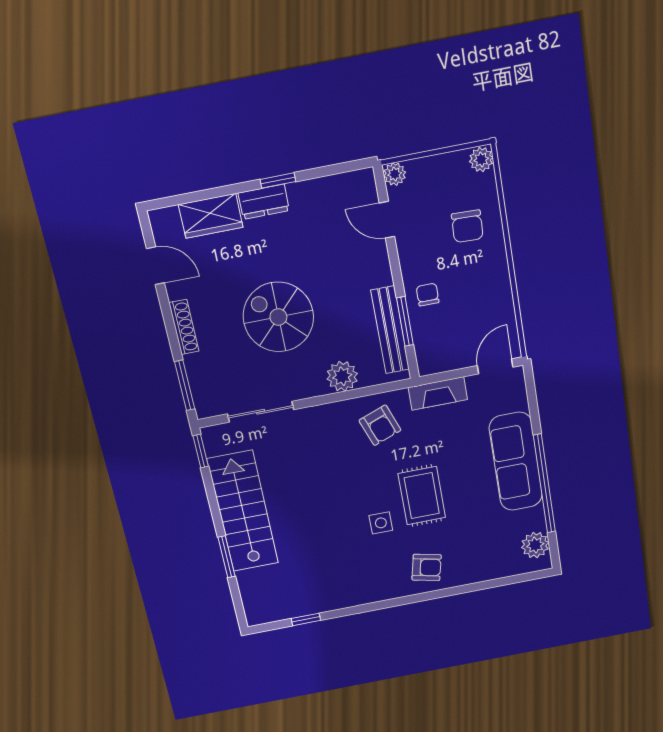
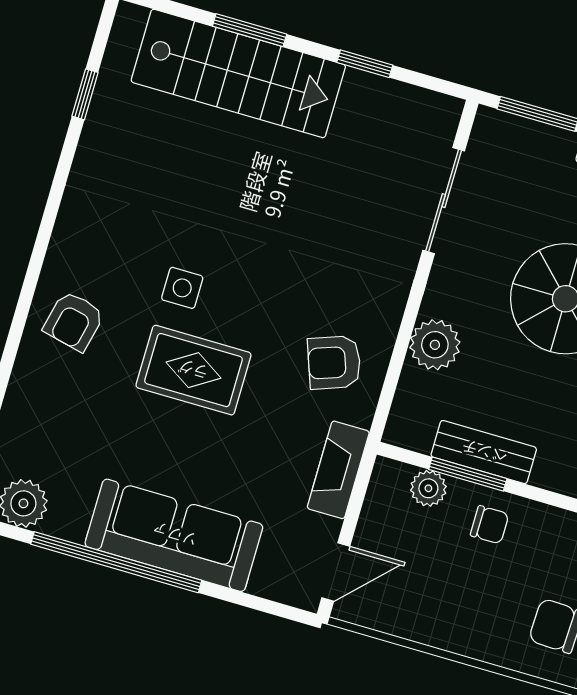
bench: (390, 330) -> (484, 452), width x0.73
plant: (424, 339) -> (428, 488), added
door: (495, 366) -> (336, 572), hinge flipped
window: (201, 451) -> (365, 64), moved
stairs: (243, 511) -> (238, 73), moved

